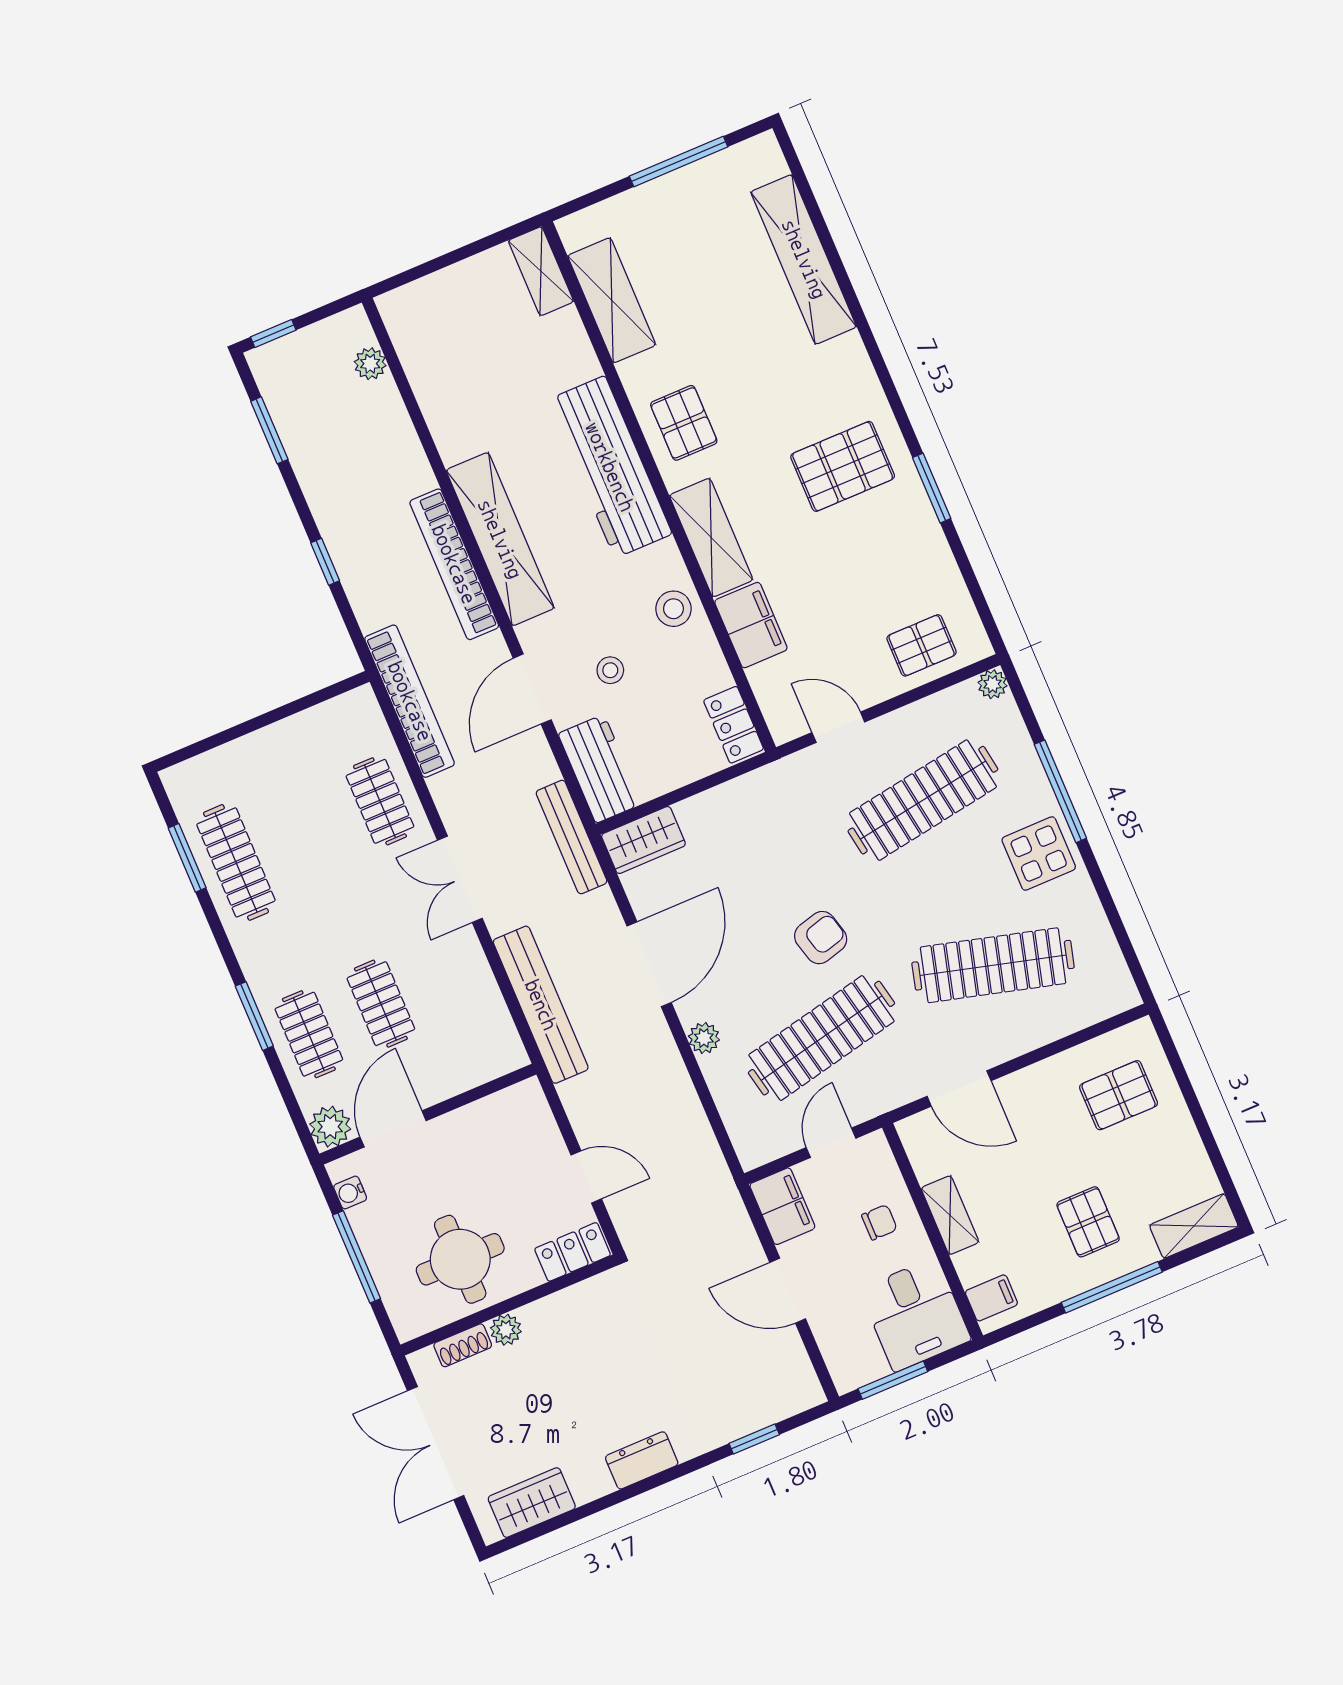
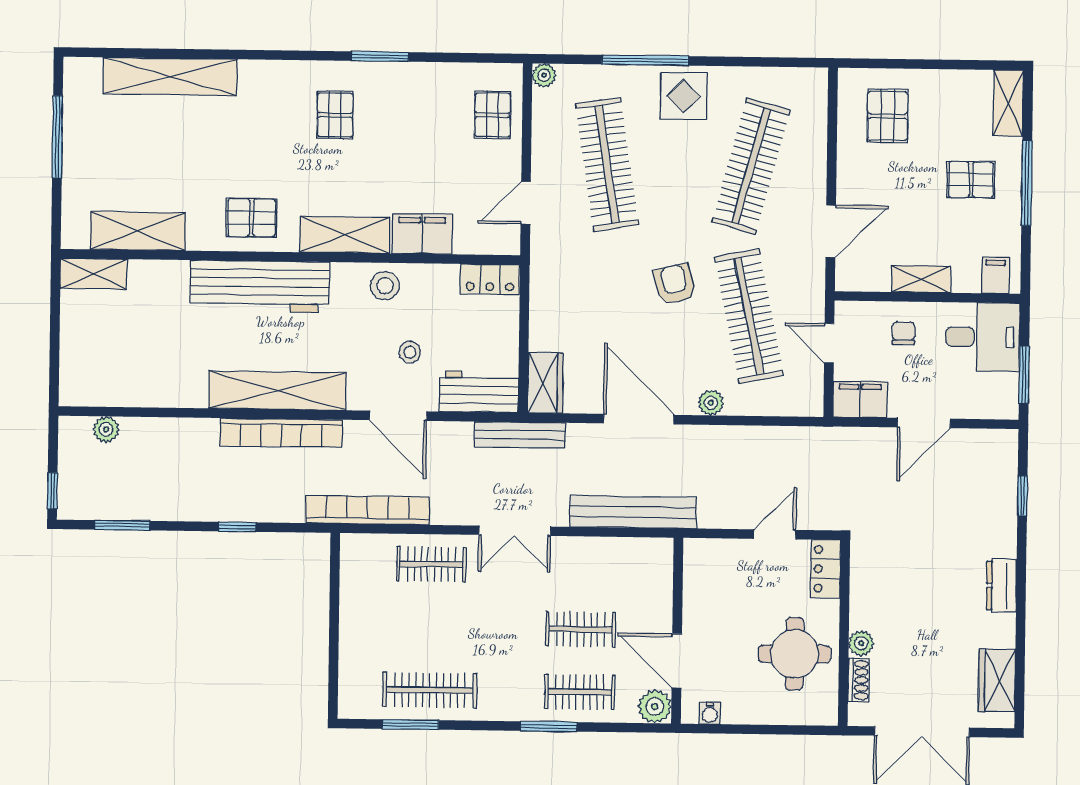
pallet: (843, 466) -> (335, 115), width x0.67, depth x0.71
window: (357, 1257) -> (759, 729), removed

